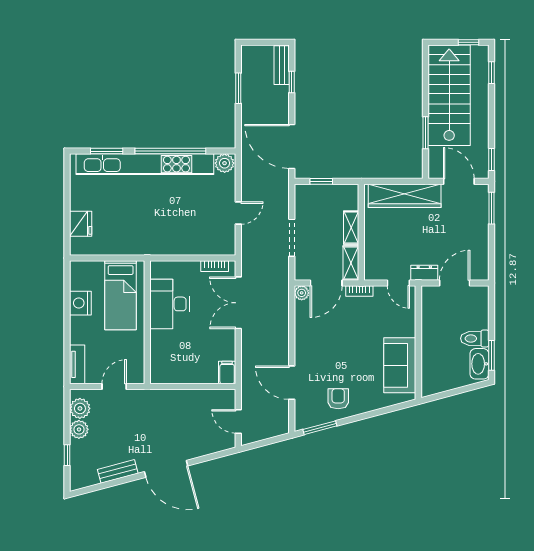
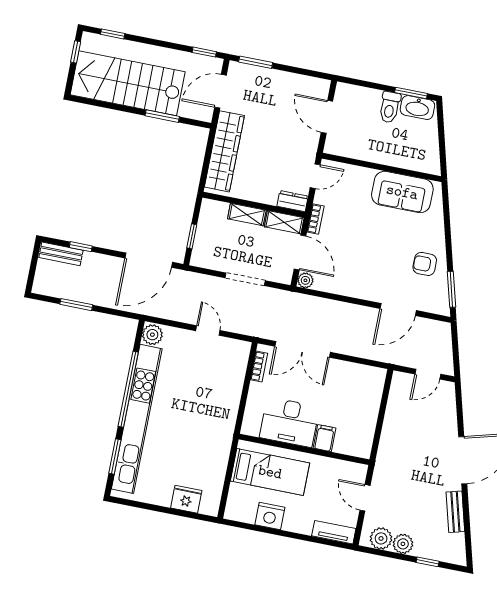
dresser: (424, 273) -> (293, 201), moved, turned 90
filing cabinet: (227, 372) -> (324, 438), moved, turned 90

